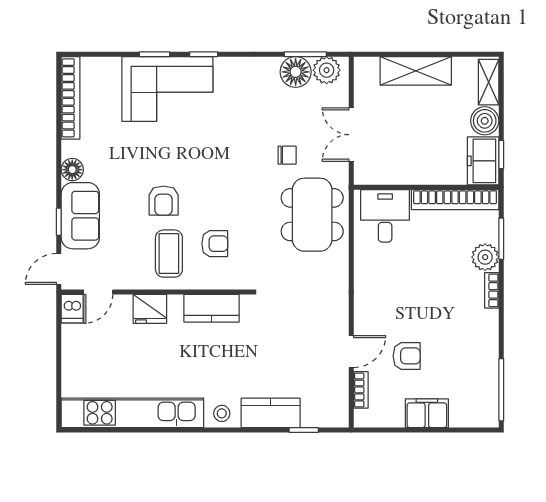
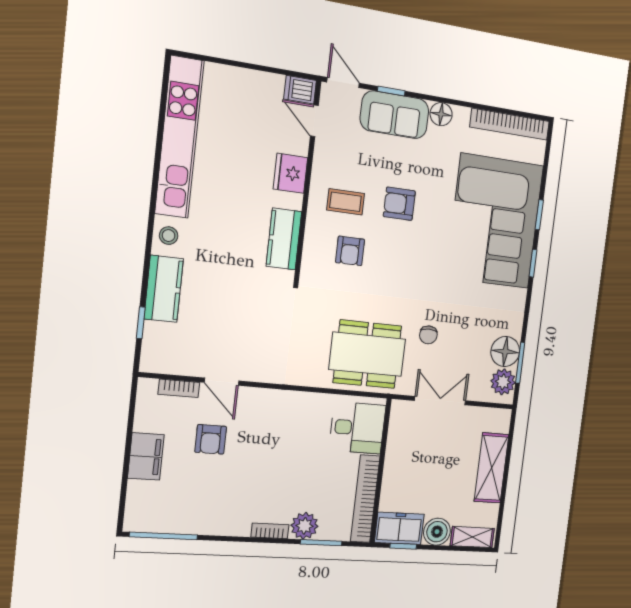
corner sofa: (167, 89) -> (495, 221), width x1.36, depth x1.36
coffee table: (169, 254) -> (346, 202), width x0.73, depth x0.77

